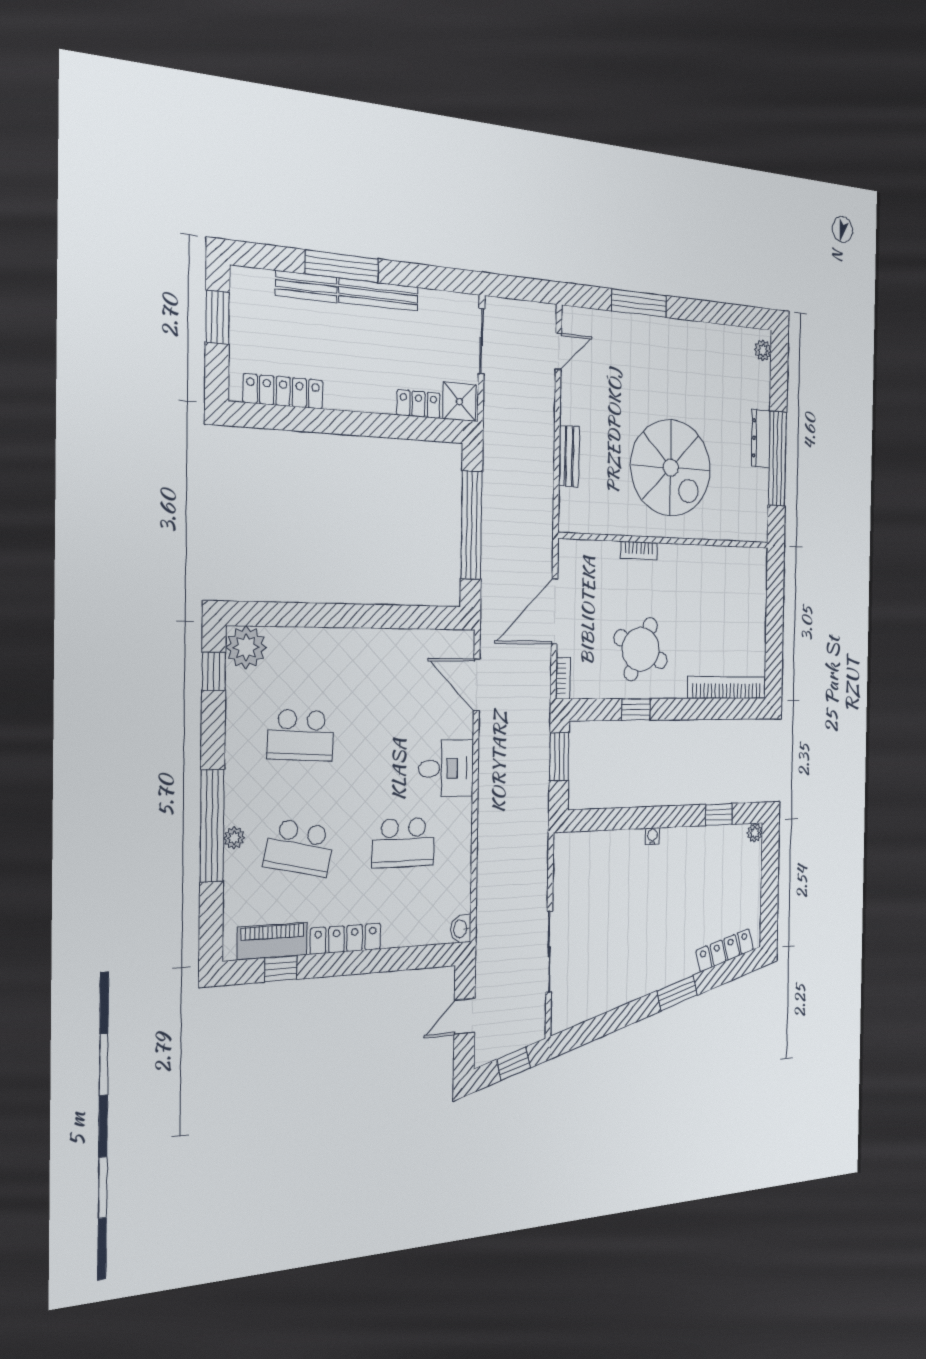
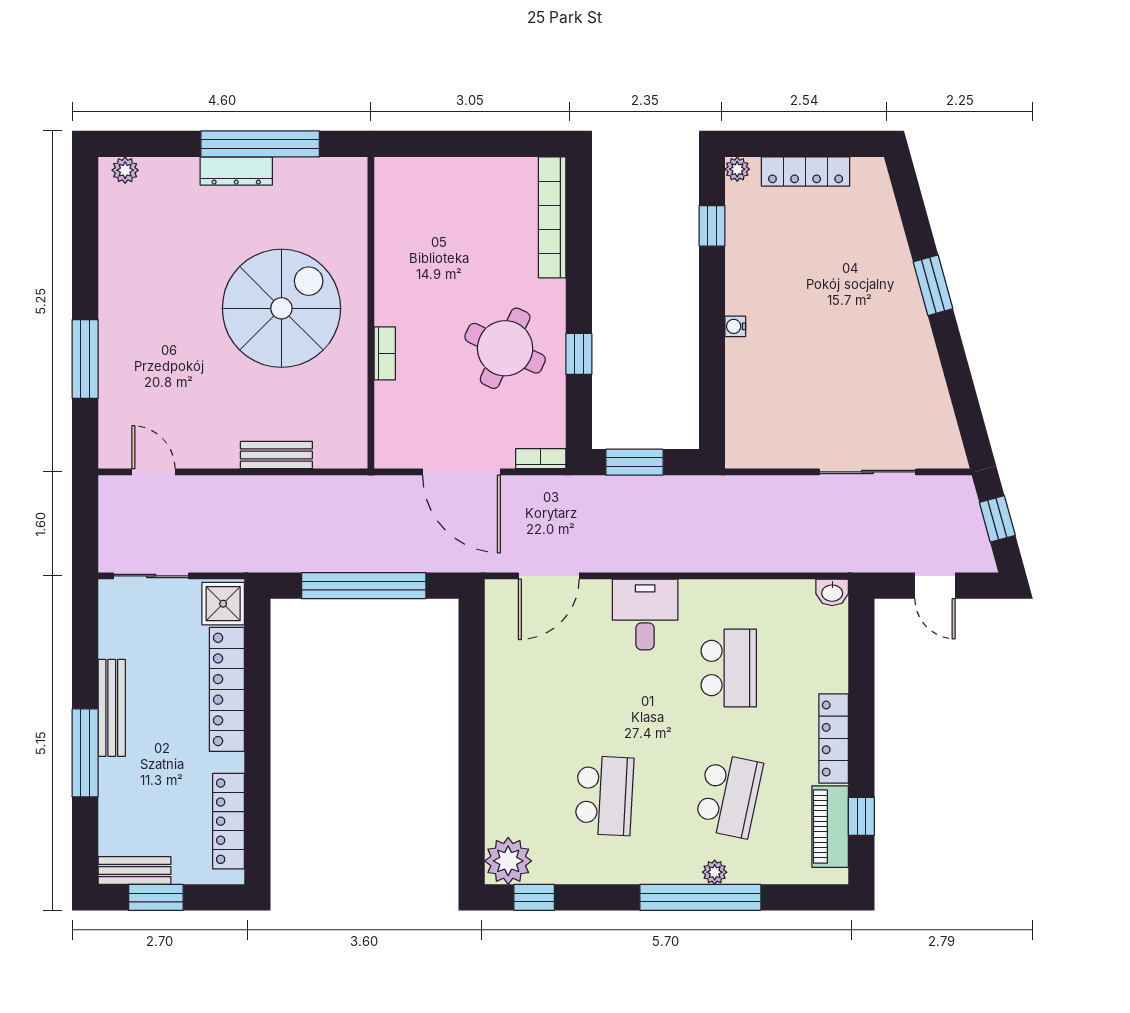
bench: (306, 287) -> (135, 871), moved, turned 90
locker: (418, 404) -> (227, 689), width x2.16, depth x1.21
locker: (725, 950) -> (806, 172), moved, turned -75

